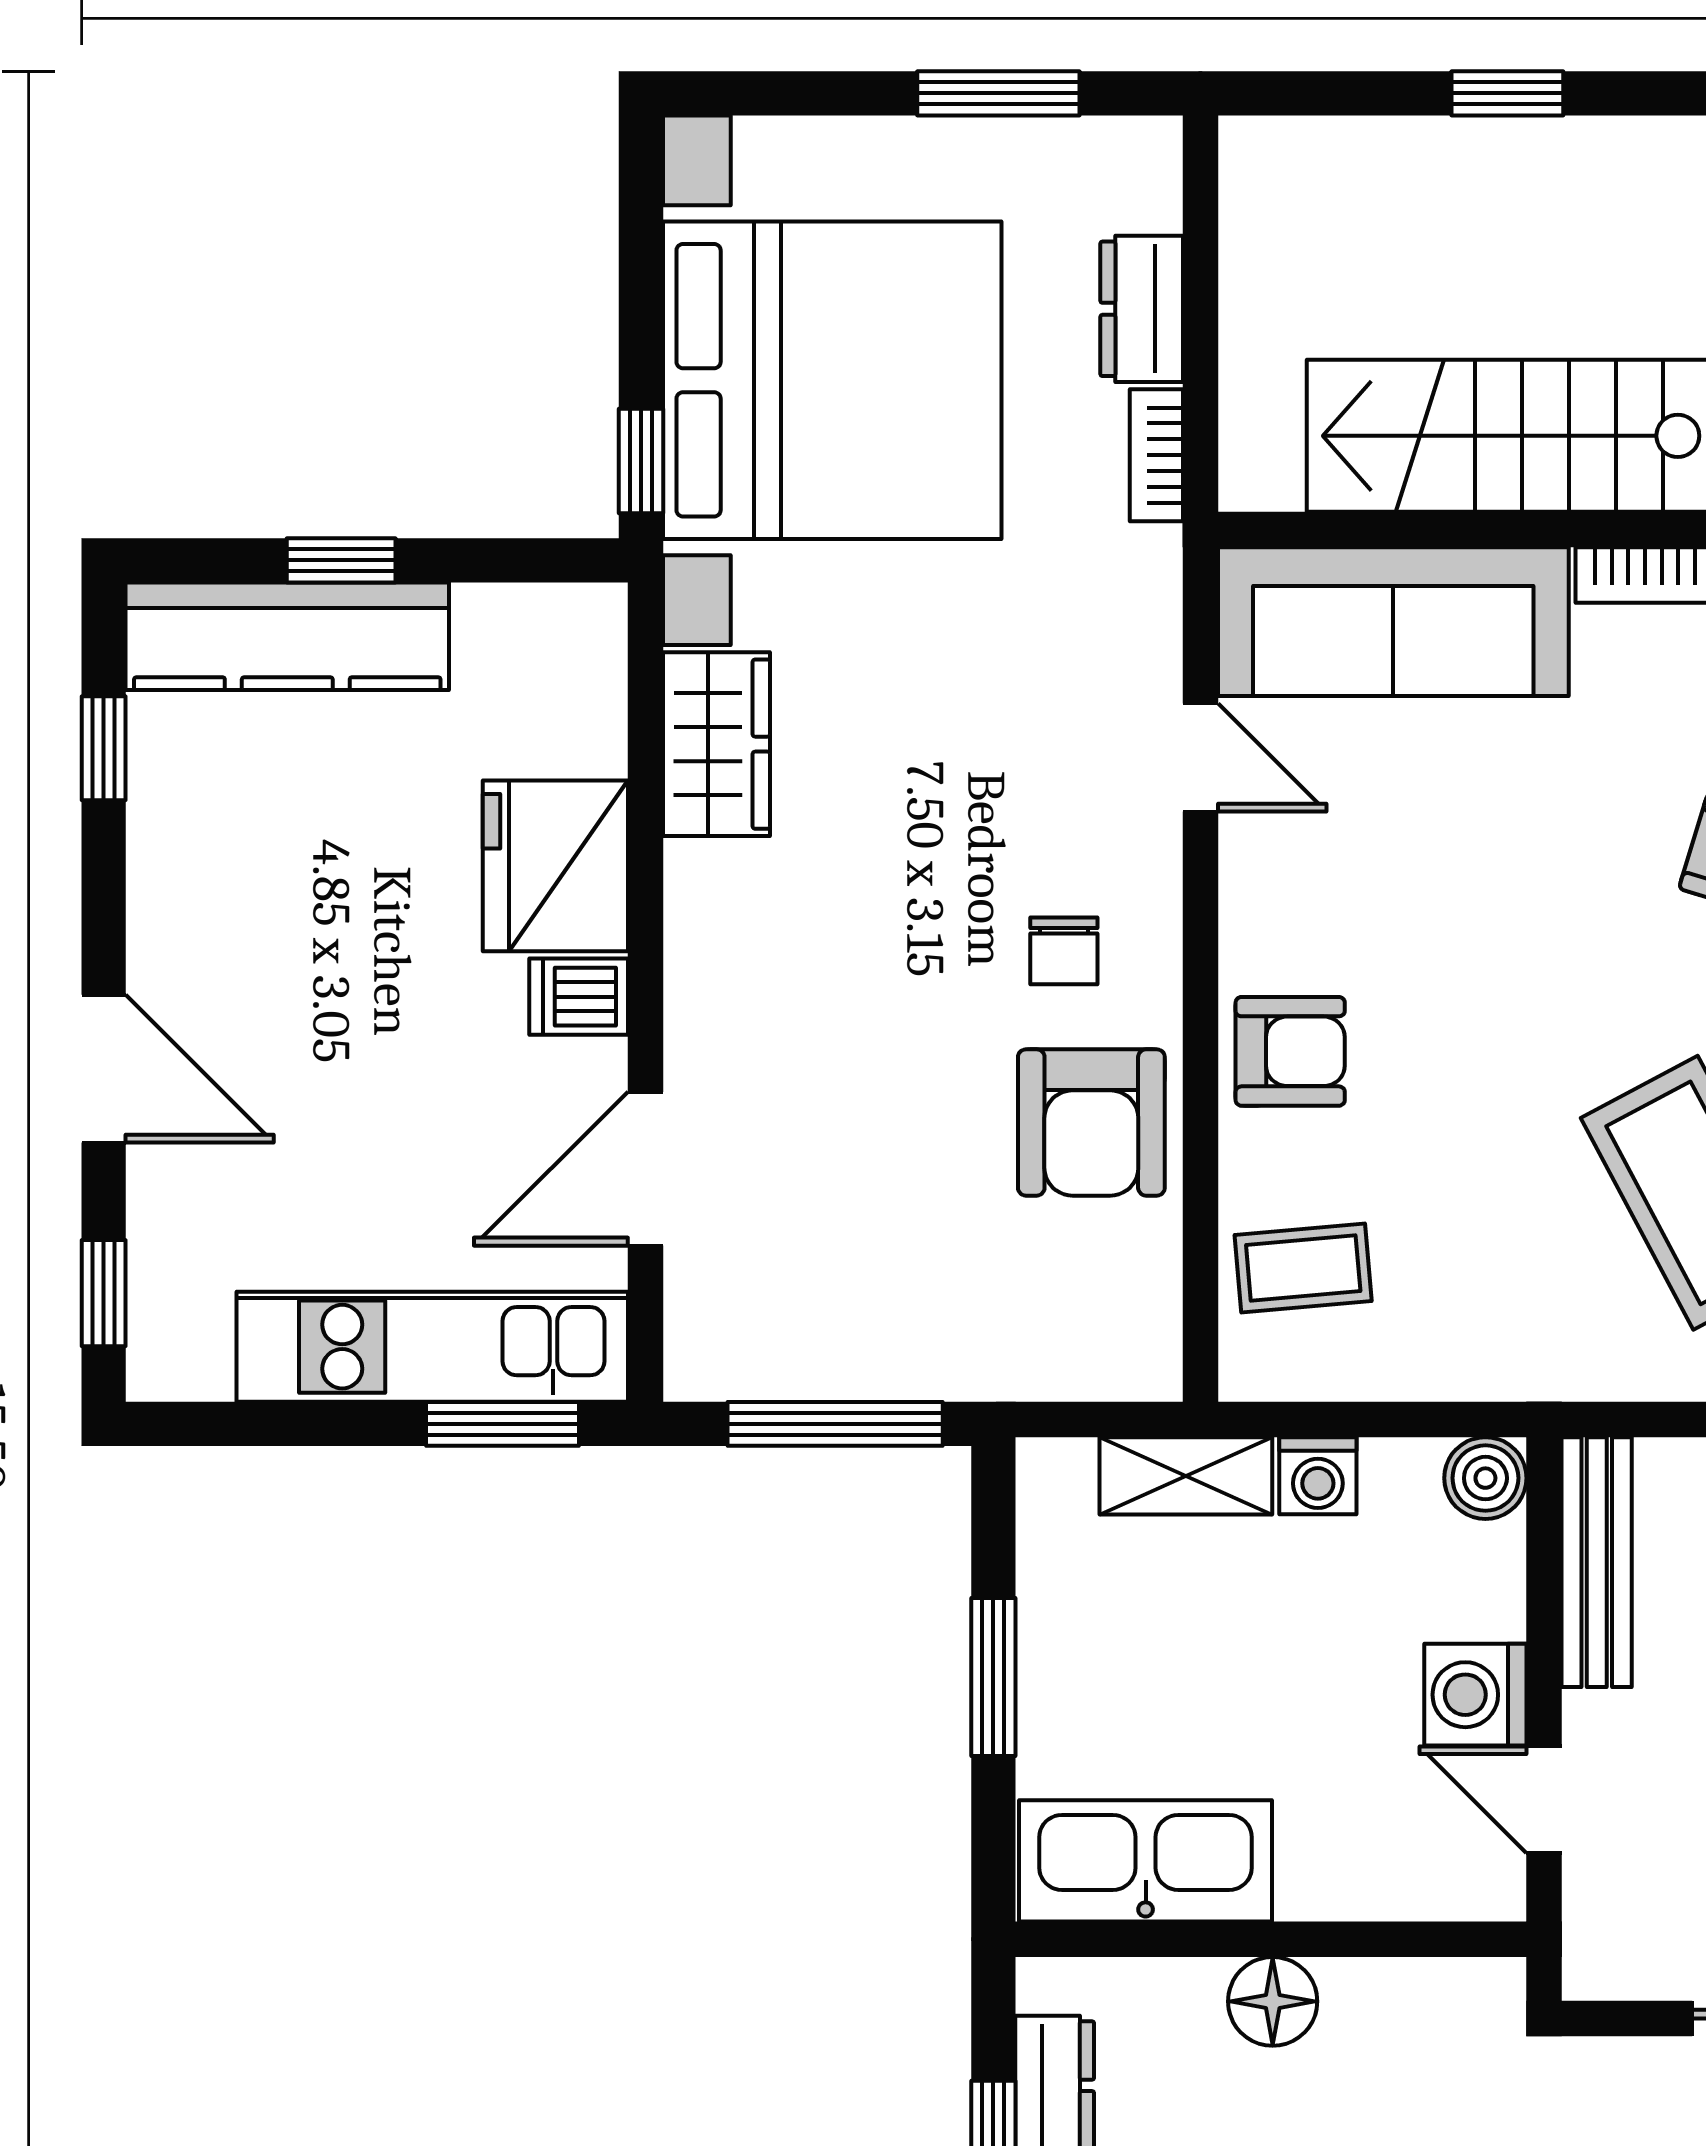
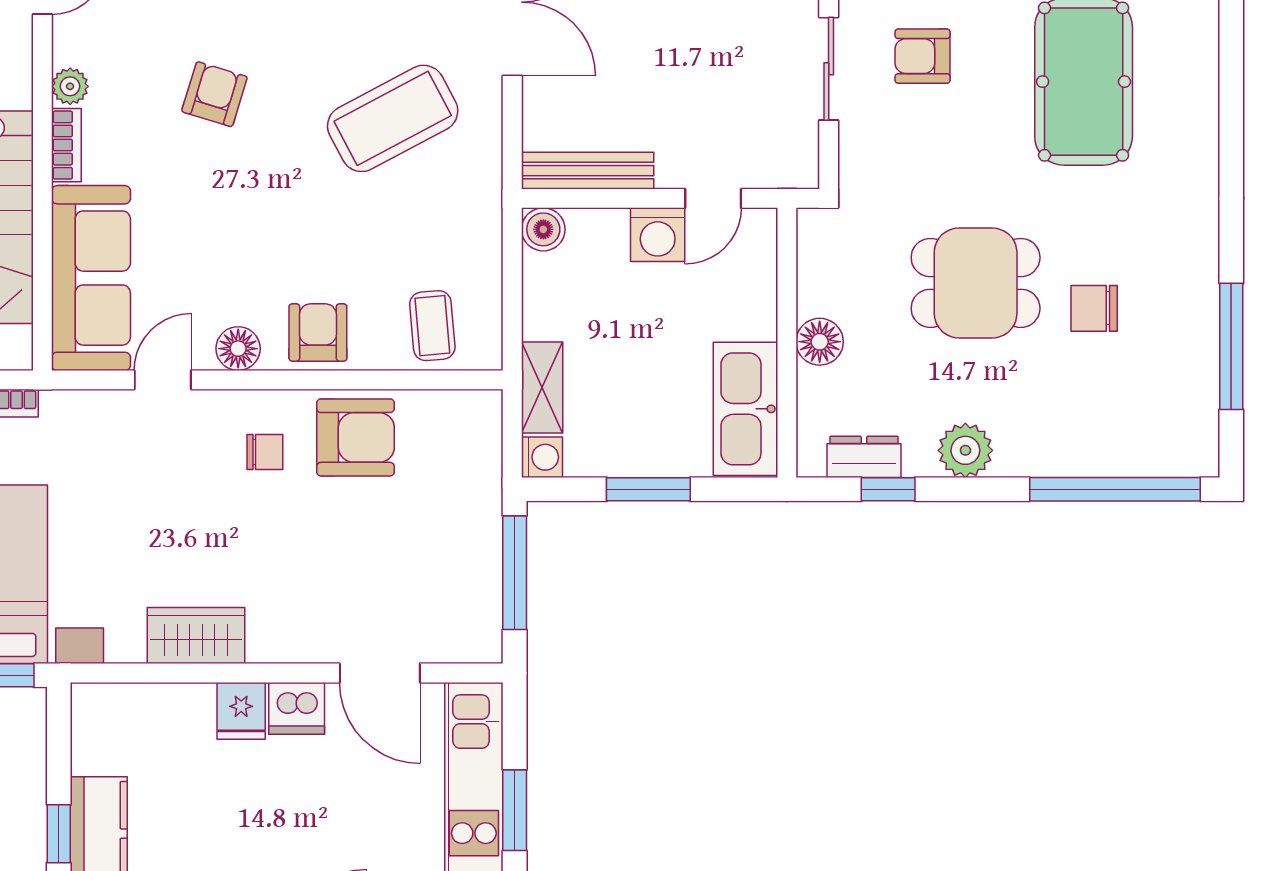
wardrobe: (716, 744) -> (196, 635), moved
fridge: (555, 866) -> (241, 711), width x0.53, depth x0.75
floor lamp: (1260, 900) -> (238, 349), added
dishwasher: (579, 997) -> (297, 708), width x1.38
window: (502, 1424) -> (515, 810), moved
washing machine: (1318, 1476) -> (542, 457), moved

